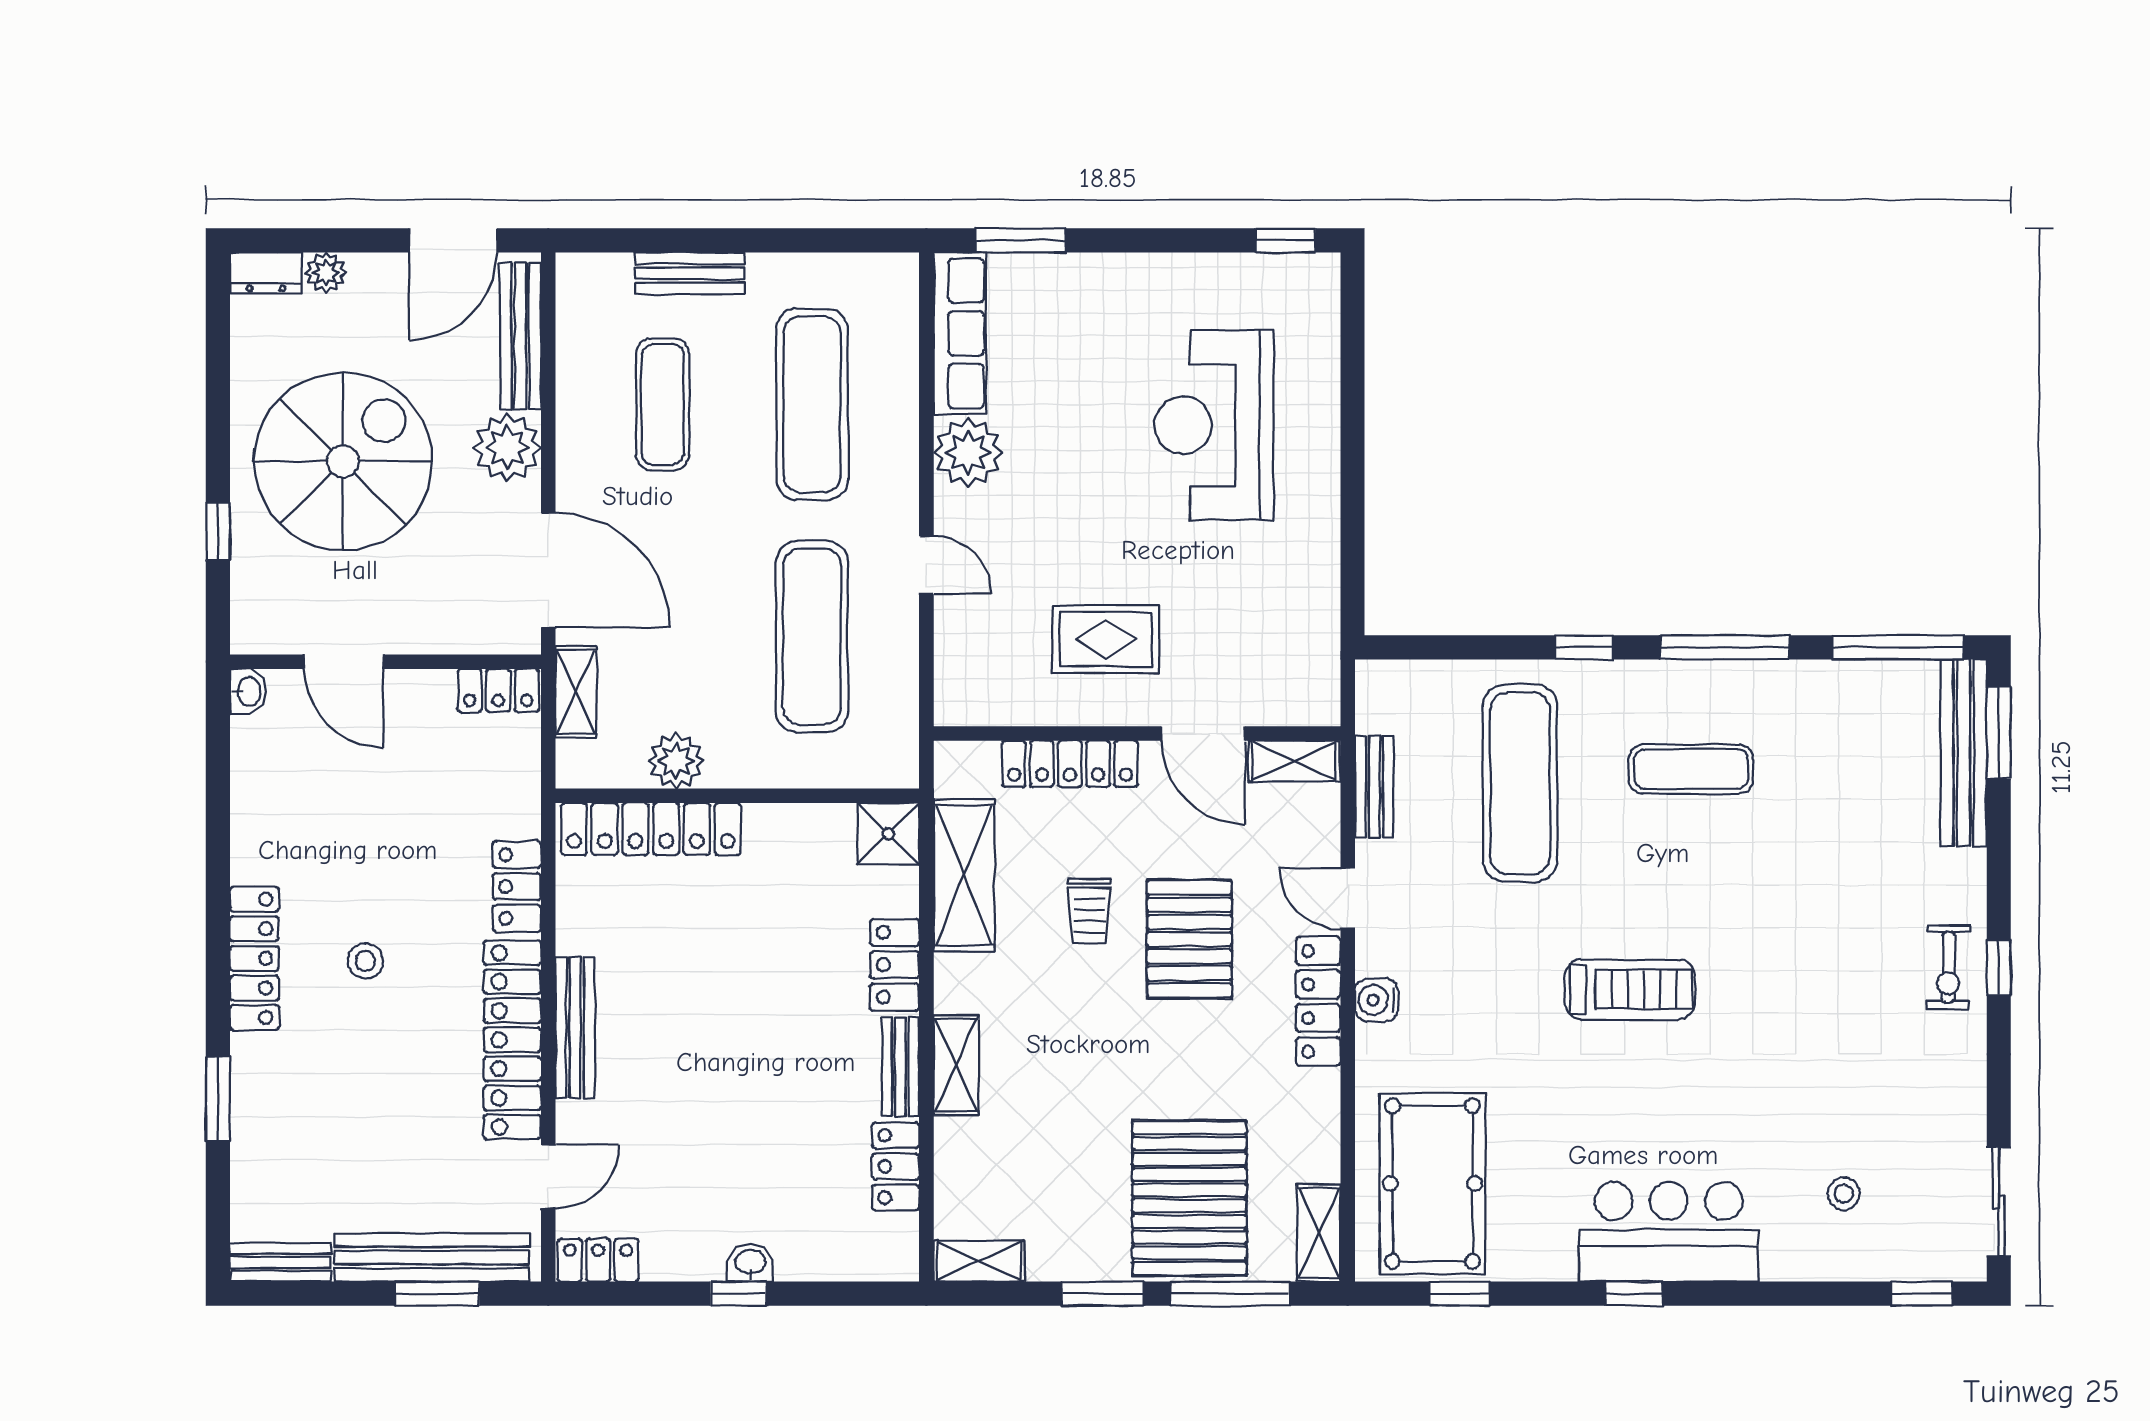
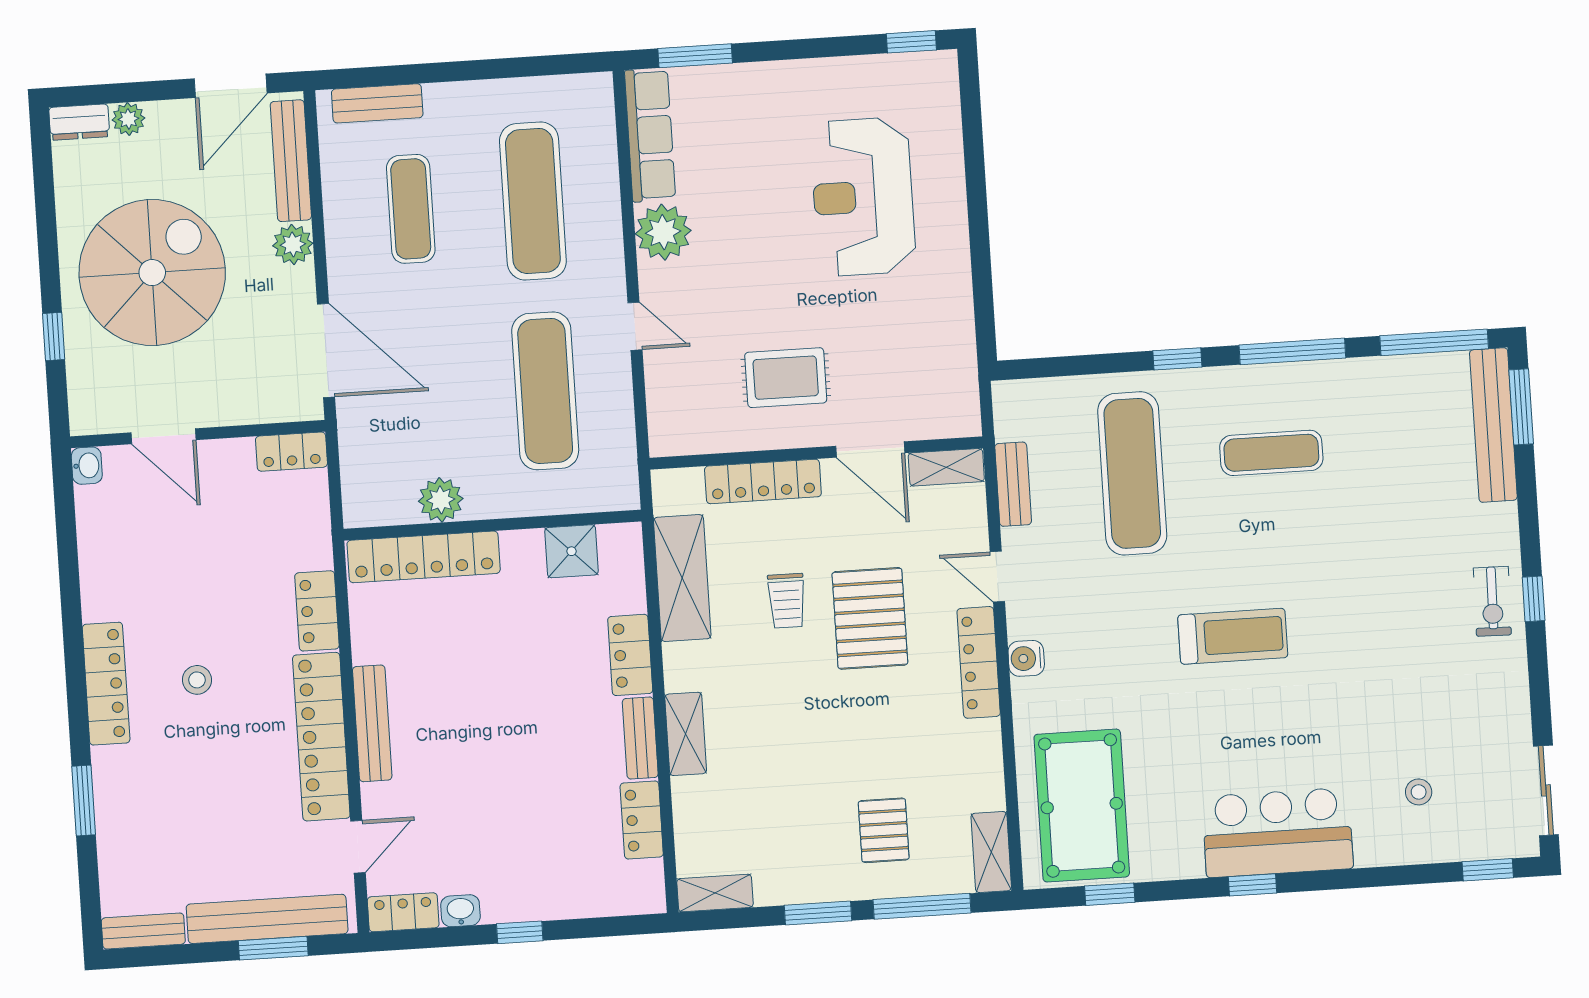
bench: (690, 273) -> (377, 103), moved
plant: (507, 447) -> (293, 244), width x0.73, depth x0.73
shelving: (576, 692) -> (355, 449), removed
shower: (888, 834) -> (572, 551), moved
pallet: (1189, 1198) -> (884, 830), width x0.49, depth x0.50
washbasin: (750, 1263) -> (460, 911), moved

